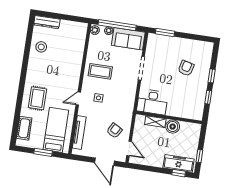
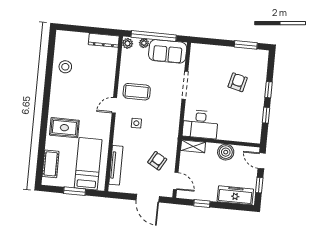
dresser: (47, 22) -> (104, 40), moved
window: (165, 32) -> (246, 45), moved
rug: (38, 98) -> (64, 128), turned 90
door: (78, 99) -> (114, 105), moved
shelving: (155, 122) -> (193, 146), moved
door: (202, 136) -> (262, 161), added
window: (179, 173) -> (202, 203), moved

